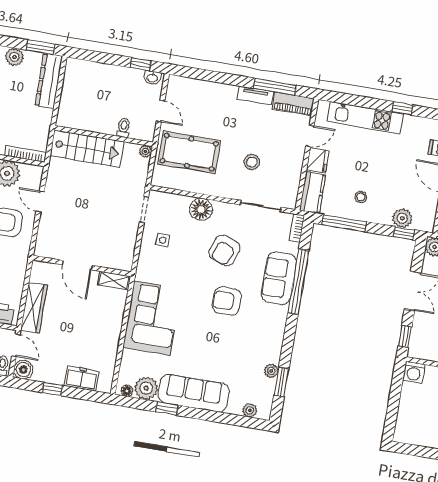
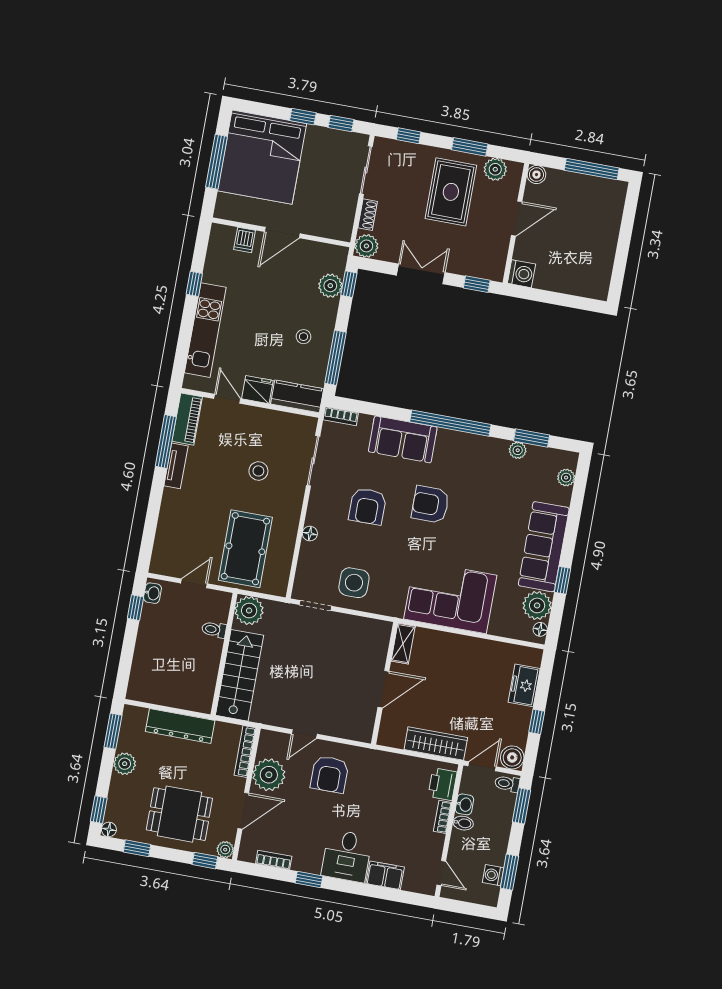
dresser: (49, 81) -> (180, 726), moved
plant: (146, 151) -> (249, 611), width x1.87, depth x1.87
floor lamp: (201, 209) -> (310, 534), width x0.53, depth x0.53
side table: (163, 240) -> (354, 583), width x1.87, depth x1.87
armchair: (225, 250) -> (368, 506), turned 70
window: (298, 282) -> (450, 423), moved
armchair: (227, 301) -> (430, 504), turned 90

